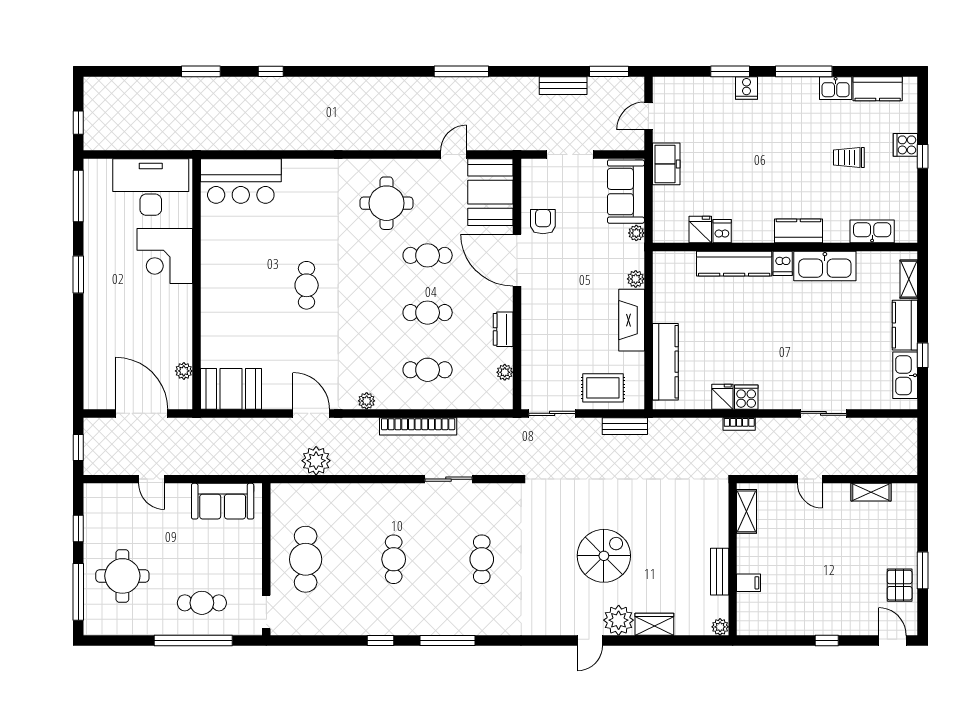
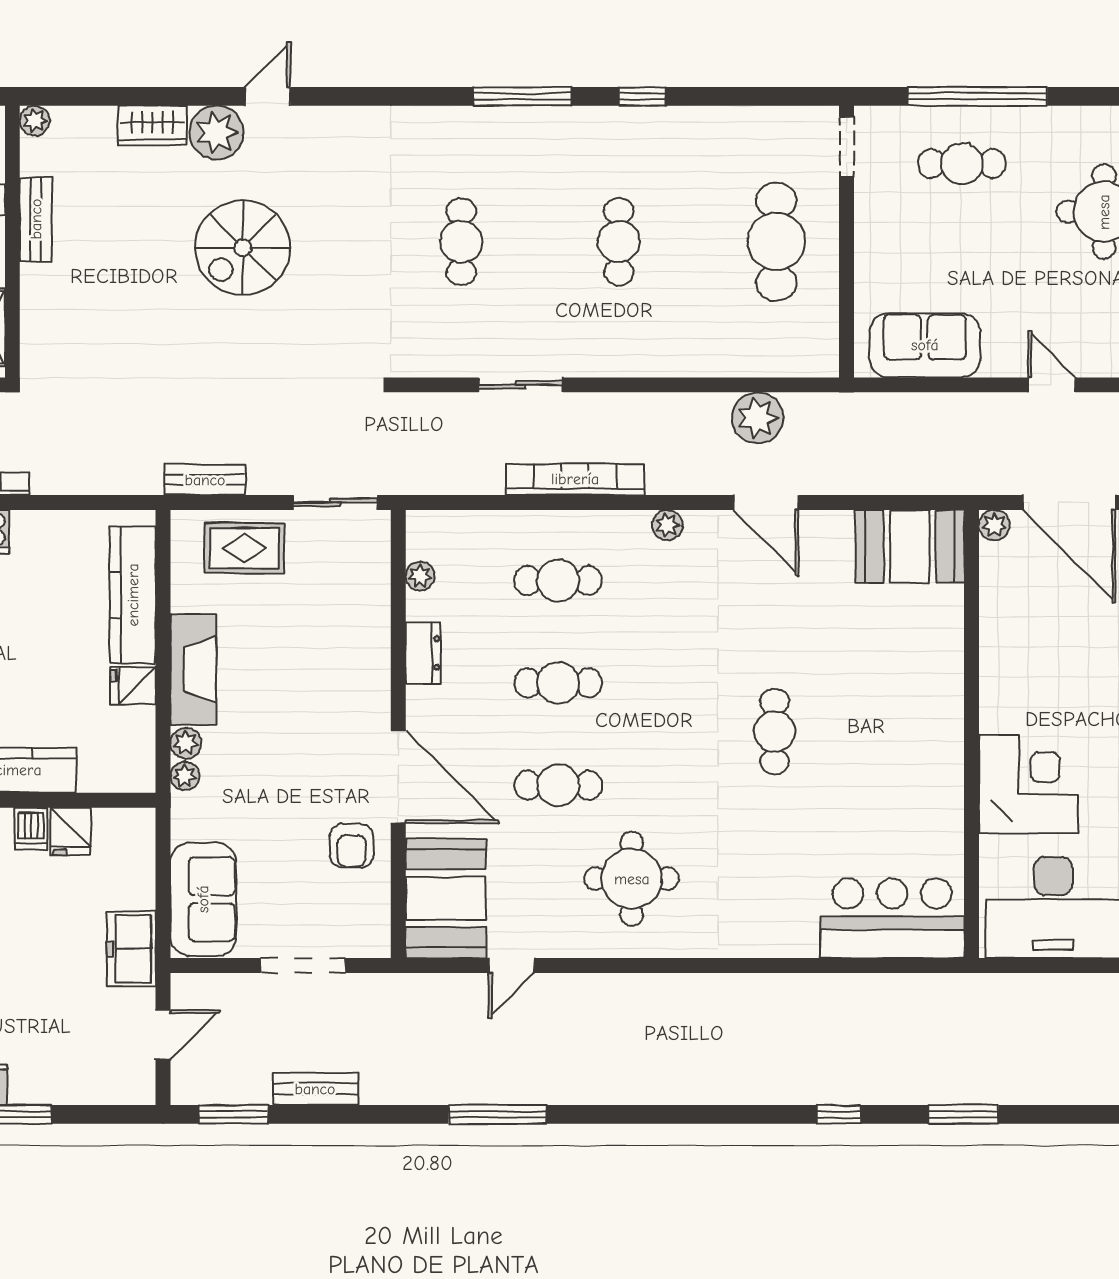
plant: (636, 233) -> (185, 776), moved
plant: (184, 371) -> (994, 525), moved
fridge: (722, 397) -> (133, 686), moved, turned 90

